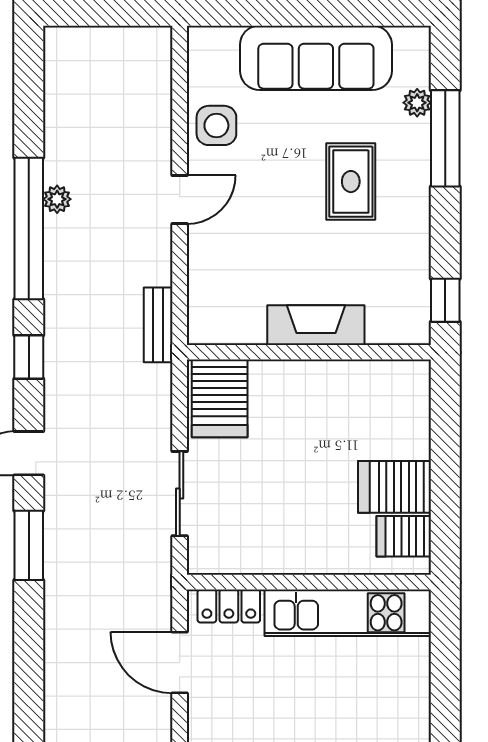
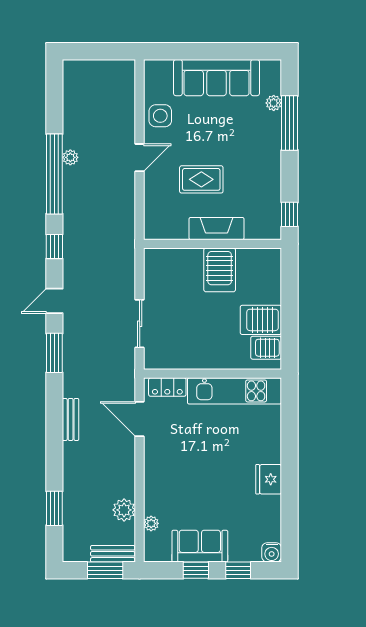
rug: (351, 182) -> (201, 179), moved, turned 90
bench: (158, 325) -> (71, 419), moved
server rack: (220, 398) -> (220, 270), moved

